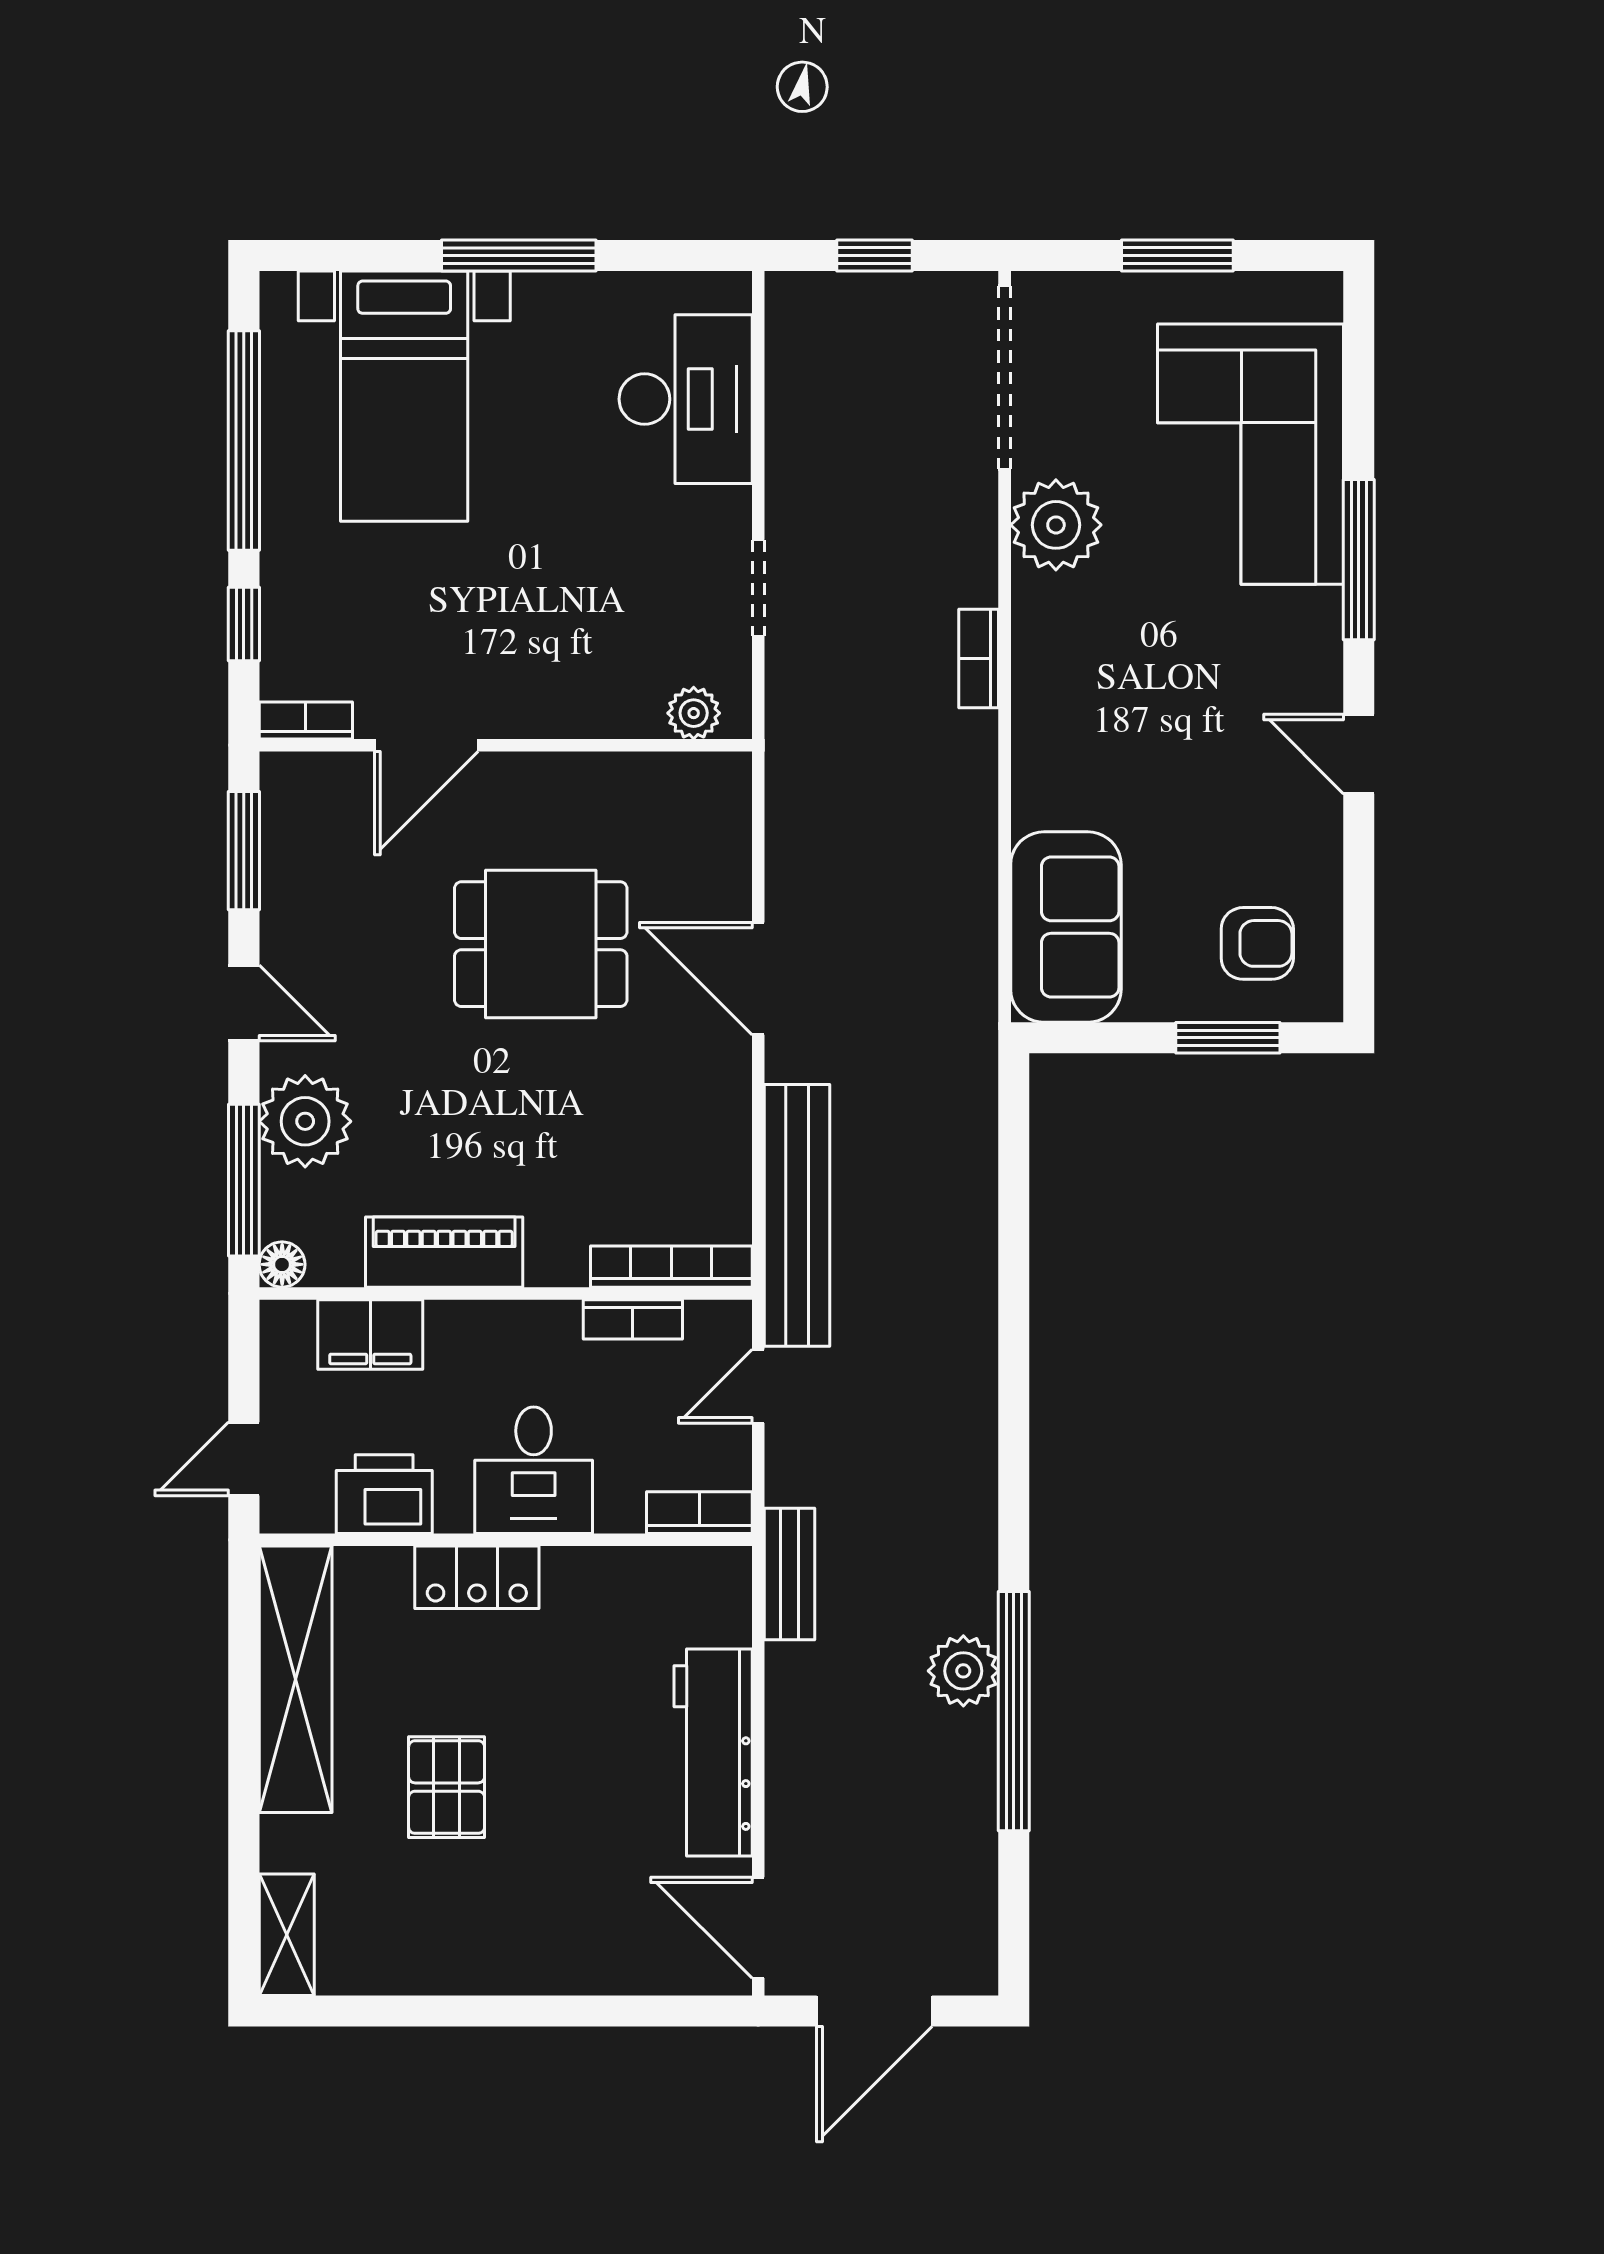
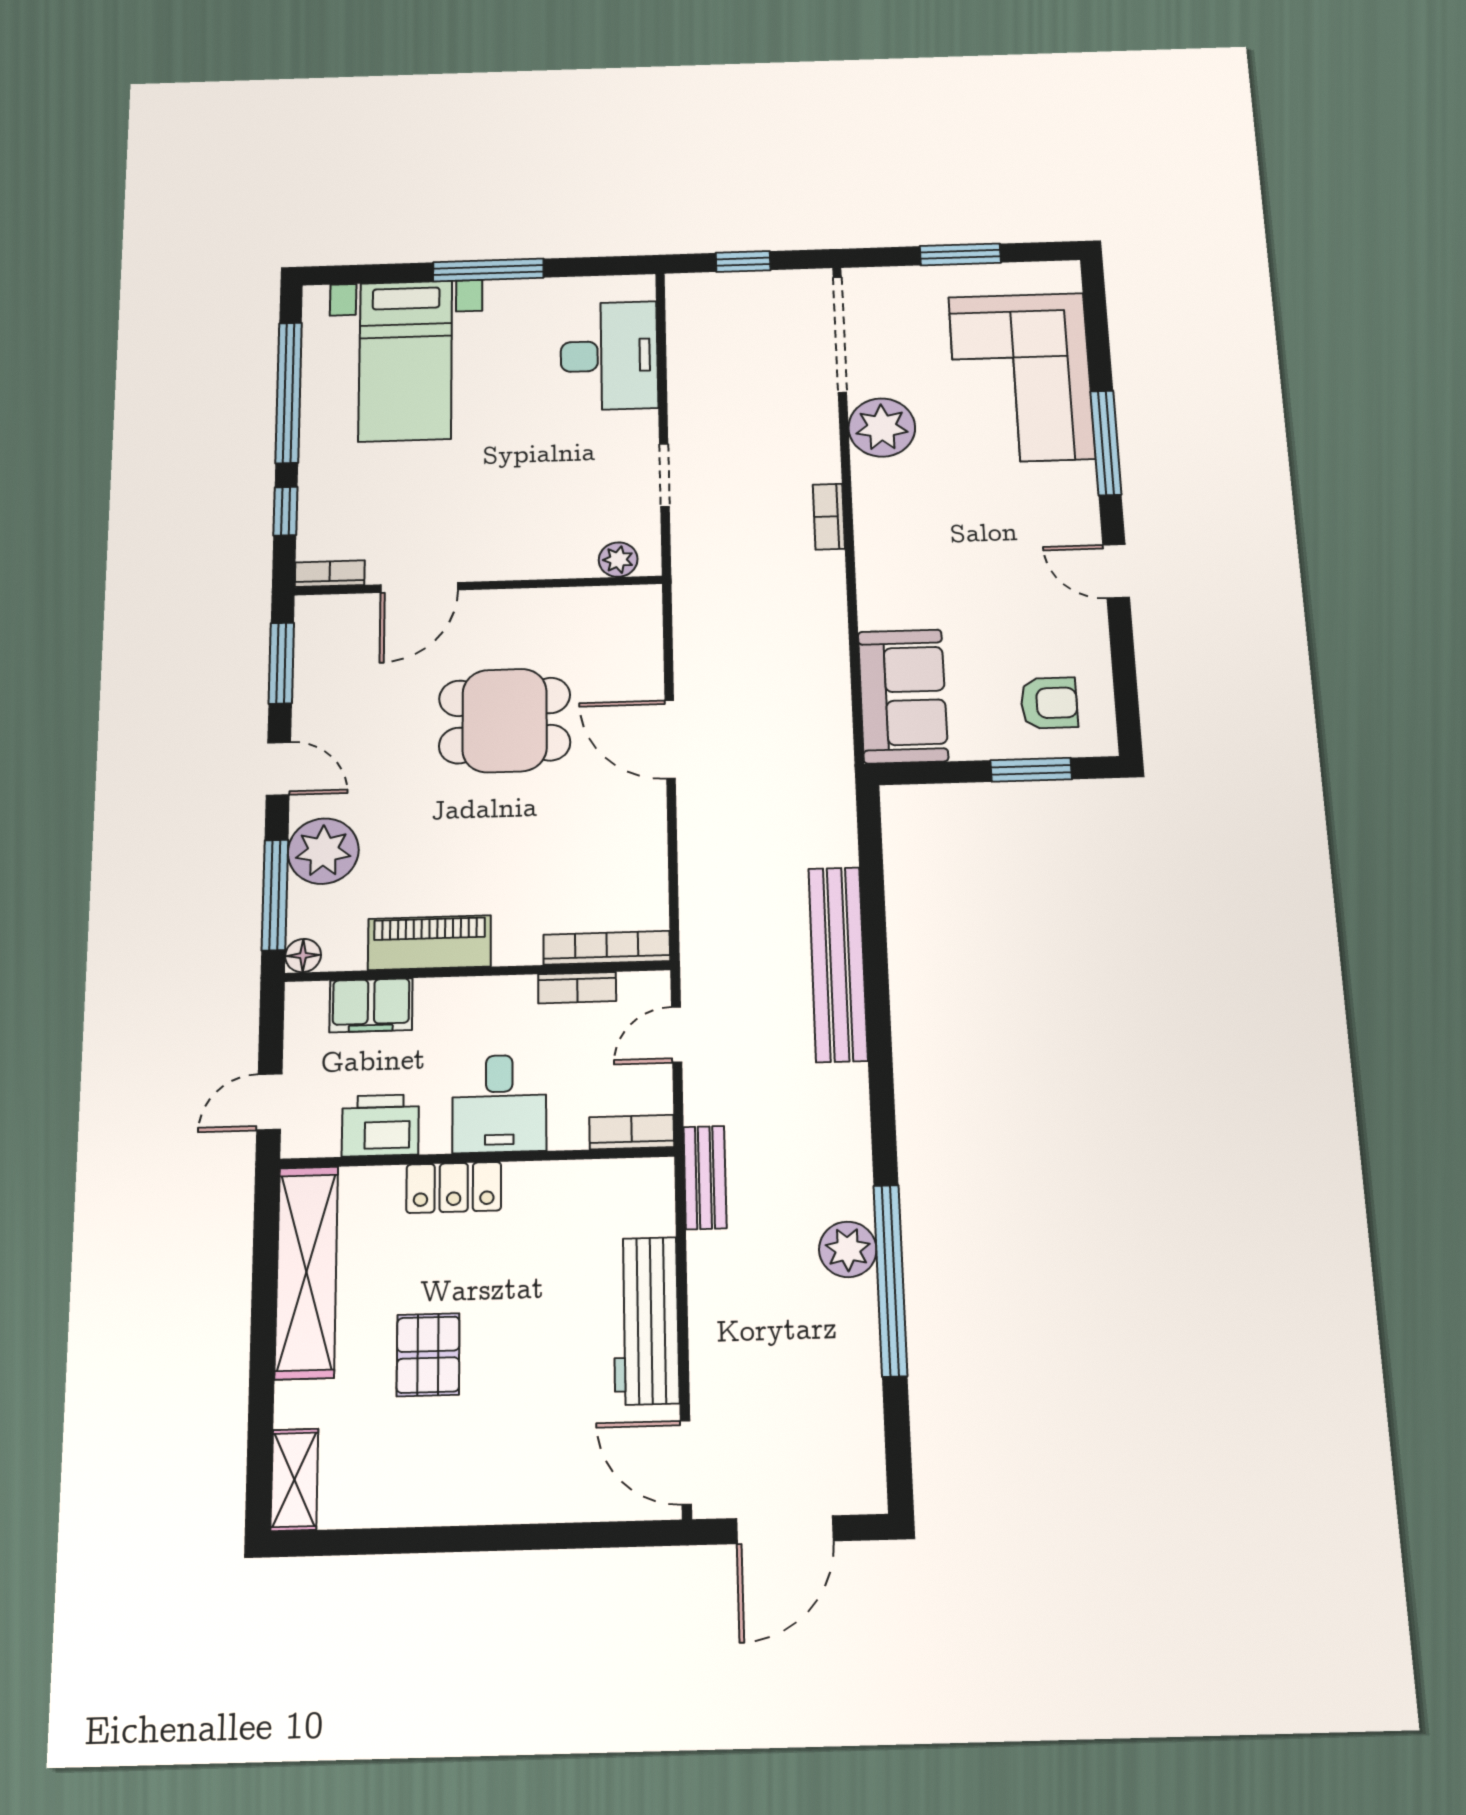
bench: (797, 1215) -> (838, 964), moved

